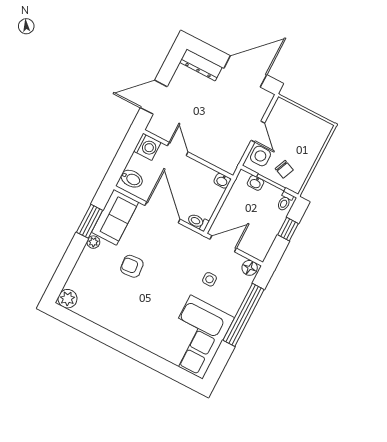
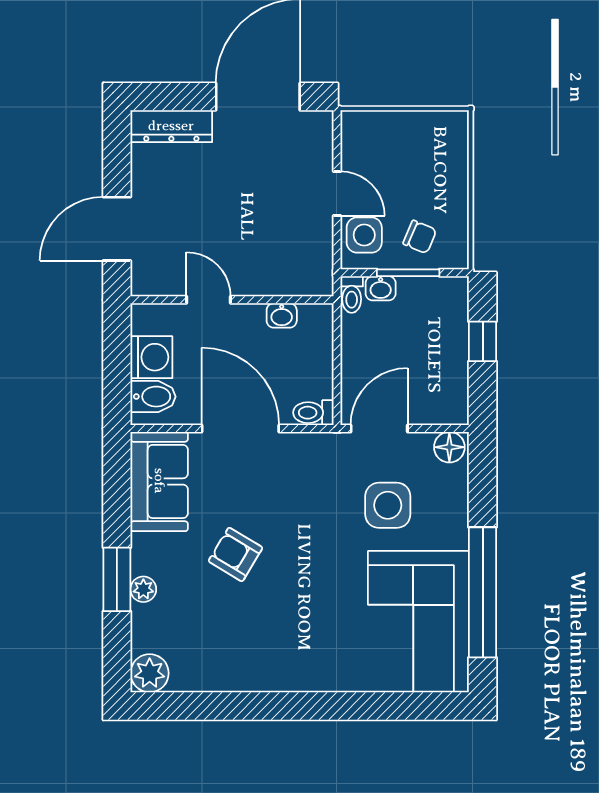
washing machine: (147, 147) -> (151, 357), moved
washbasin: (222, 181) -> (282, 315), moved
toilet: (285, 201) -> (352, 294), moved
window: (90, 221) -> (117, 579), moved
plant: (93, 242) -> (143, 589), moved
armchair: (132, 266) -> (236, 554), turned 36
side table: (210, 279) -> (388, 505), width x1.87, depth x1.87
window: (244, 315) -> (483, 592), moved

